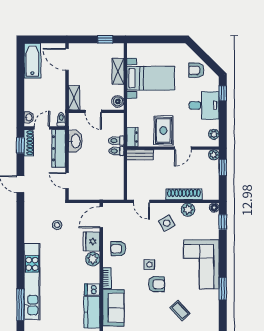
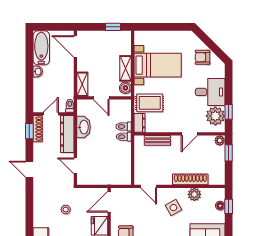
shelving: (118, 71) -> (126, 68), moved
window: (223, 93) -> (229, 112), moved
washbasin: (29, 117) -> (38, 72), moved
rug: (163, 130) -> (150, 103), moved, turned 90
plant: (214, 134) -> (215, 116), width x1.88, depth x1.88
bench: (140, 155) -> (157, 140), moved
floor lamp: (214, 208) -> (220, 206), moved

